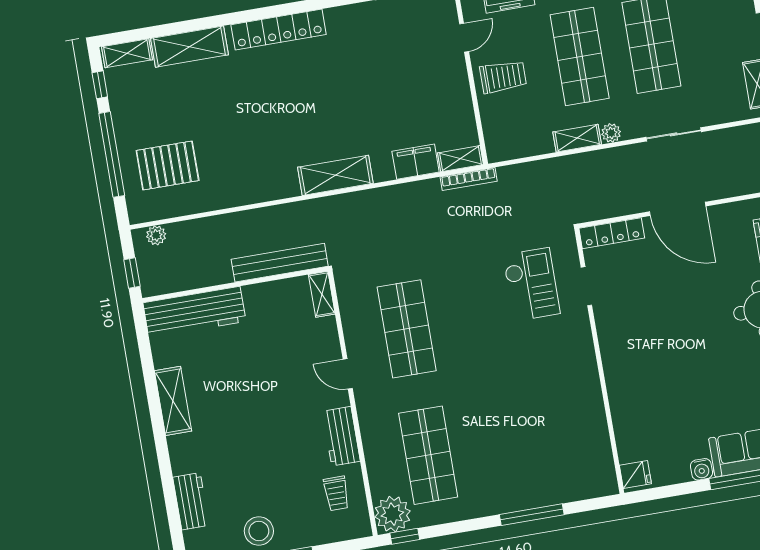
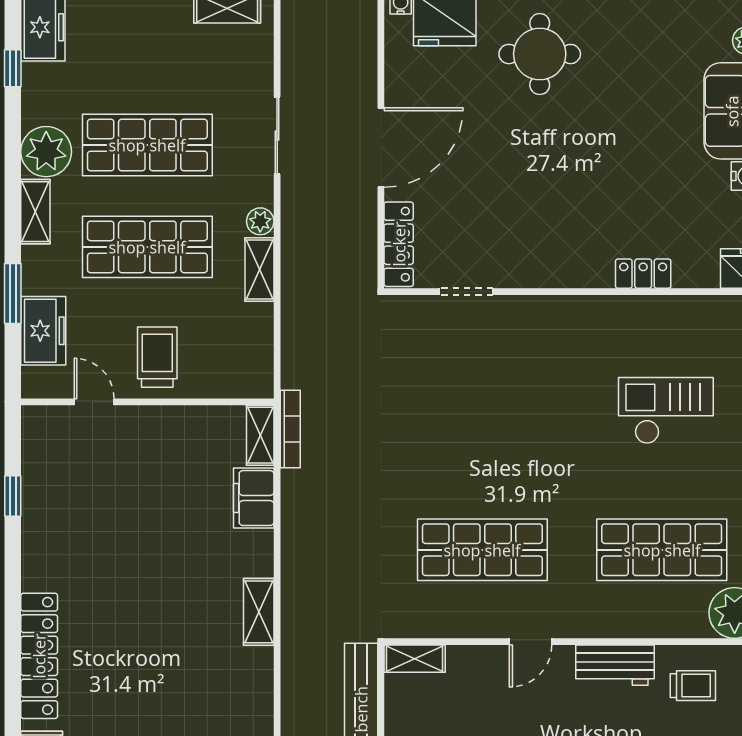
shelving: (335, 175) -> (259, 612), width x0.67, depth x0.75
checkout: (531, 284) -> (666, 411), moved
locker: (620, 409) -> (643, 274), added

